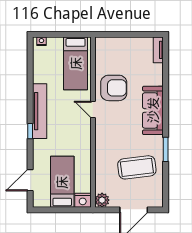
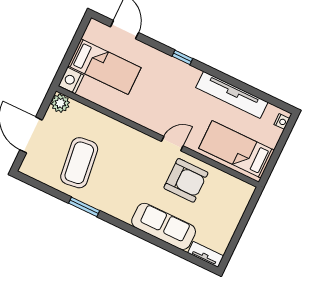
armchair: (114, 88) -> (186, 180), turned -90
sofa: (153, 110) -> (164, 226), moved
tv unit: (40, 111) -> (232, 95), moved

